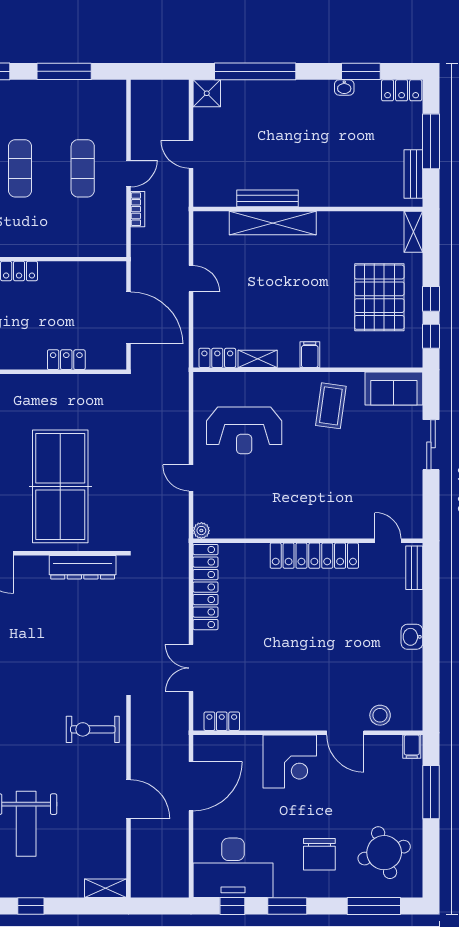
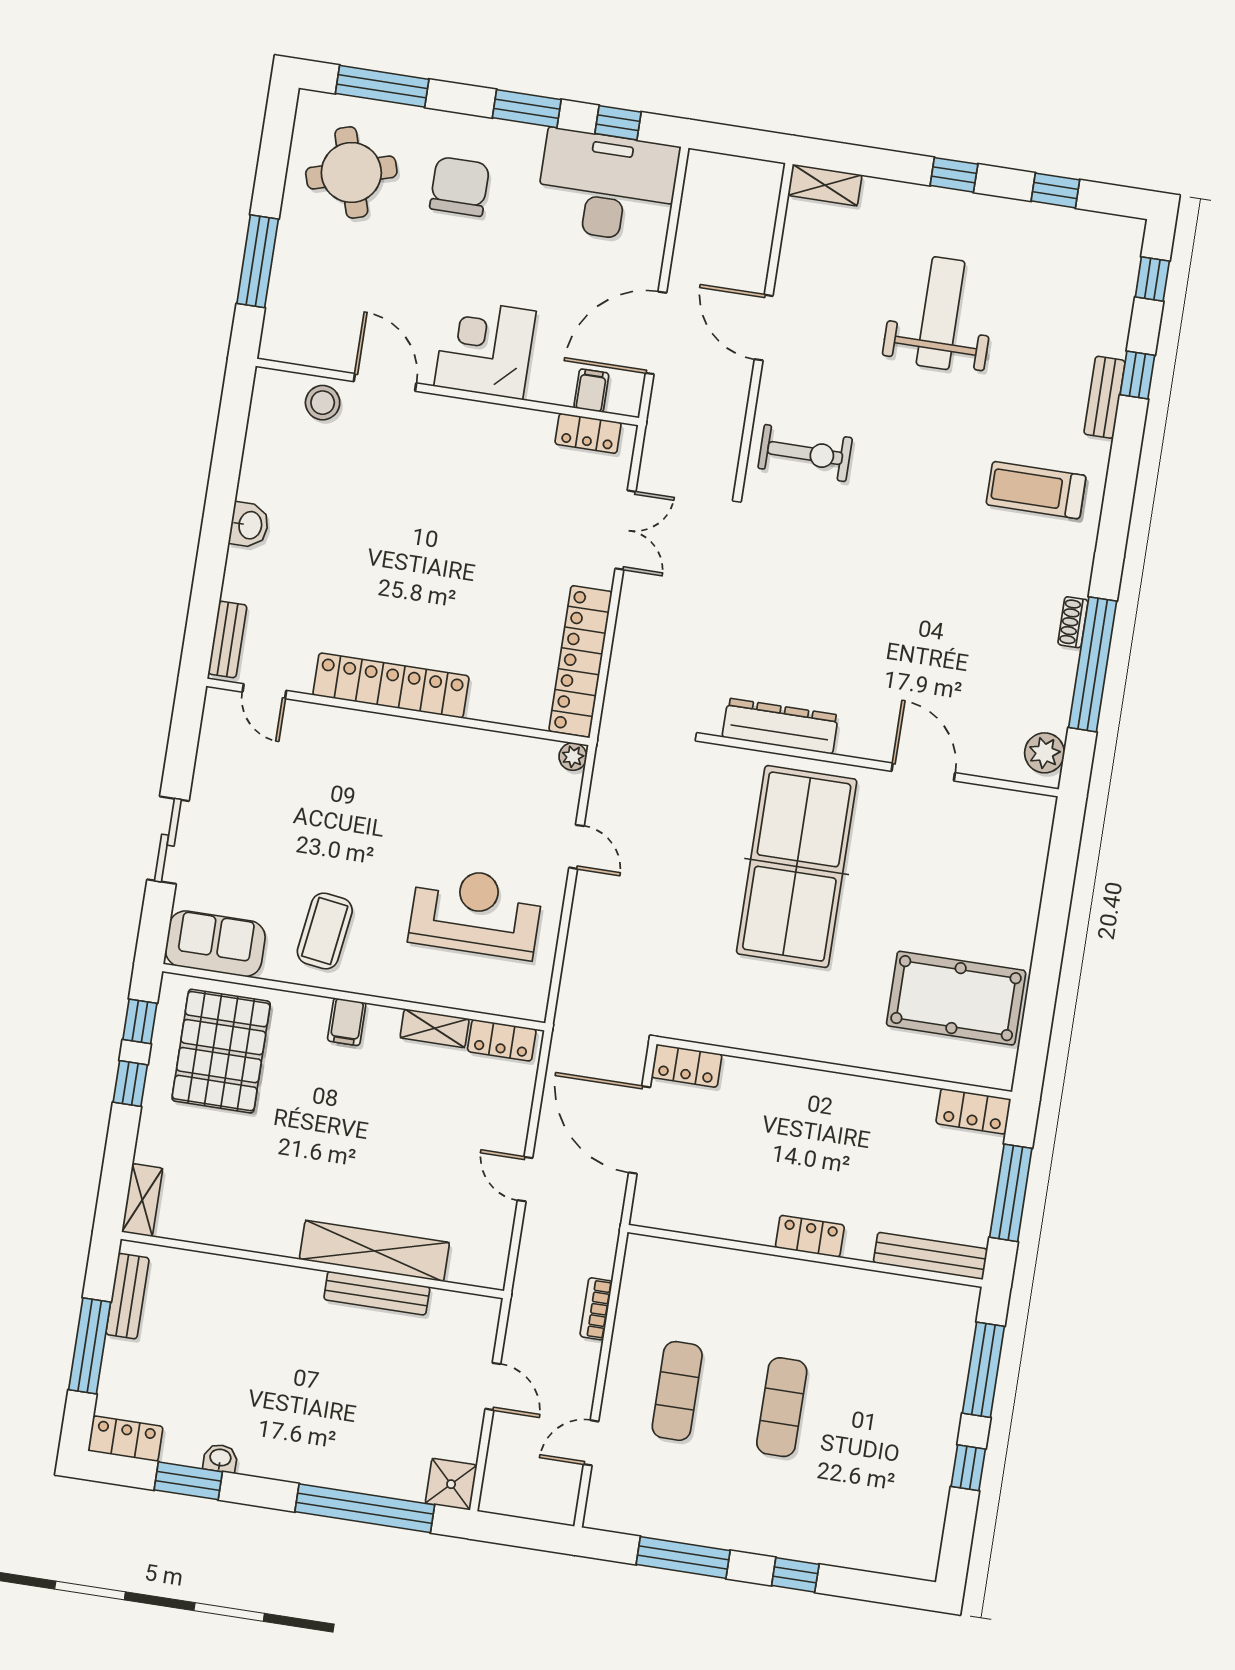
door: (128, 174) -> (591, 1443), moved
pallet: (379, 297) -> (221, 1051), moved
locker: (66, 360) -> (687, 1066), moved
filing cabinet: (412, 747) -> (591, 391), moved

